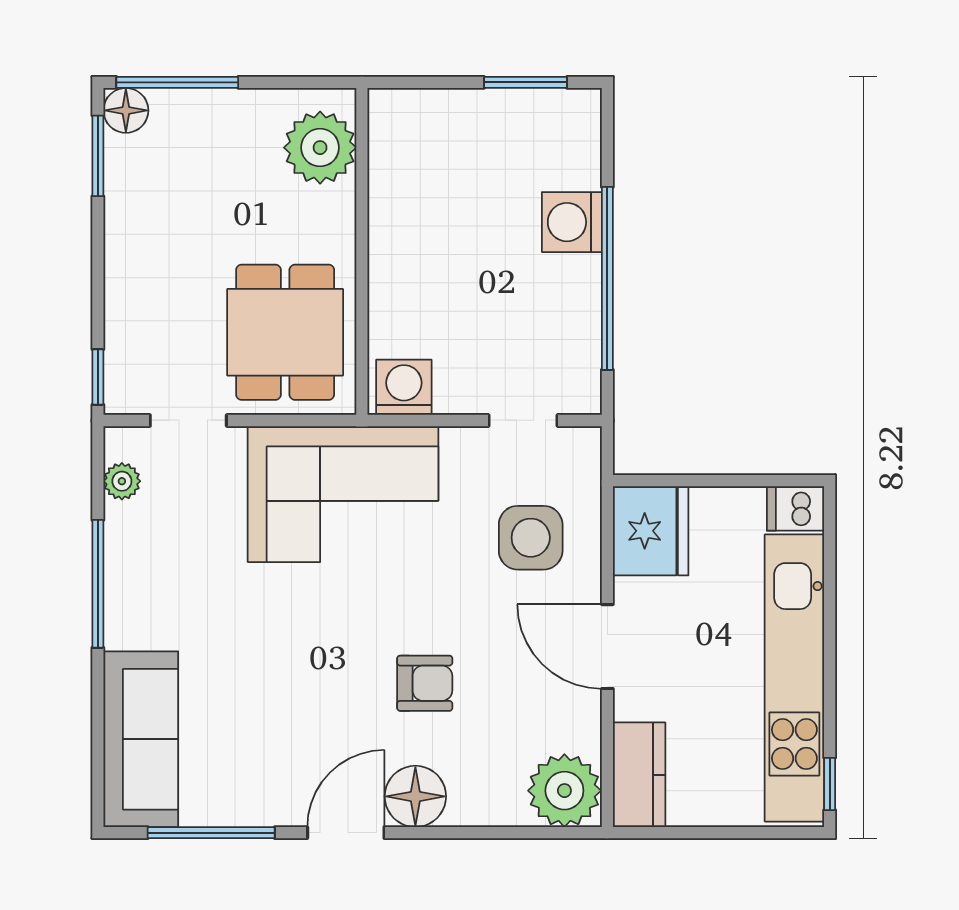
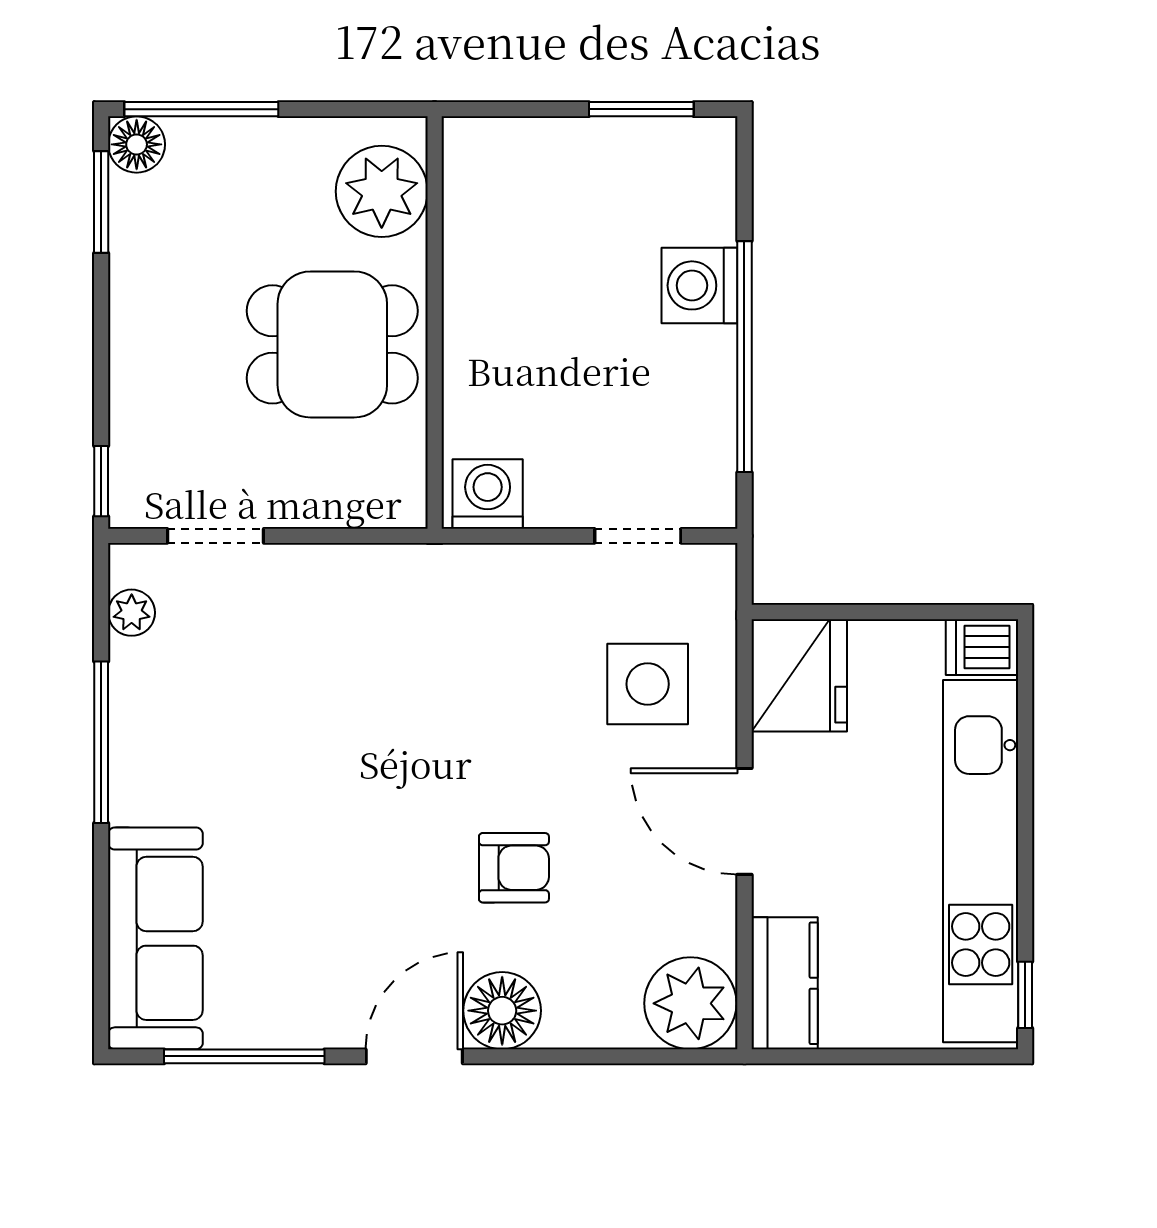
dining table: (285, 332) -> (332, 344), moved, turned 90
corner sofa: (343, 494) -> (411, 629), removed

